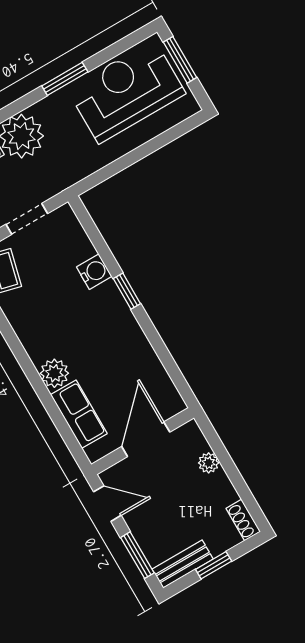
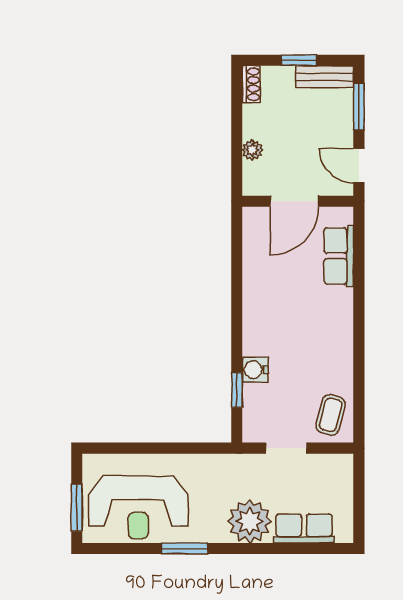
window: (127, 291) -> (237, 390), moved
plant: (54, 373) -> (339, 303), removed

